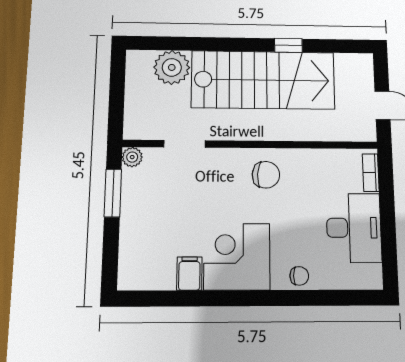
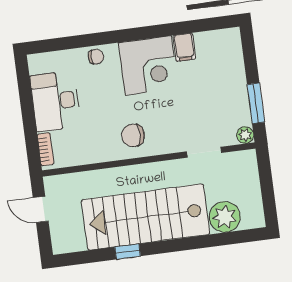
chair: (299, 276) -> (96, 57), turned 180

